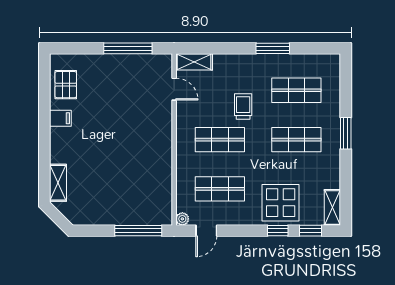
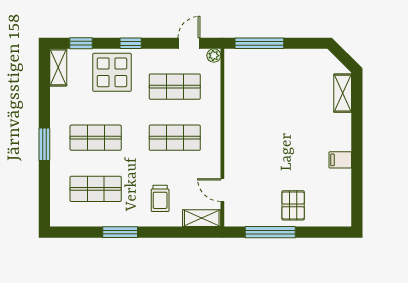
pallet: (66, 85) -> (293, 205), moved
trolley: (243, 106) -> (160, 198), moved
window: (278, 231) -> (131, 43), moved

